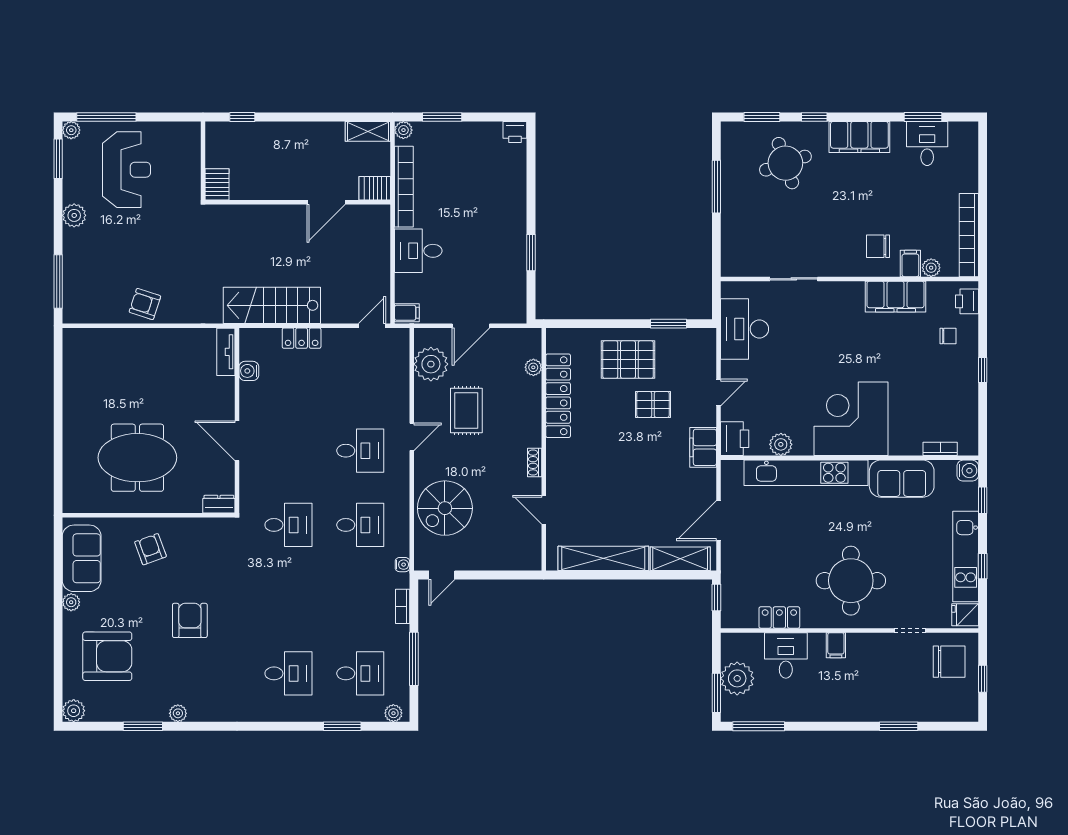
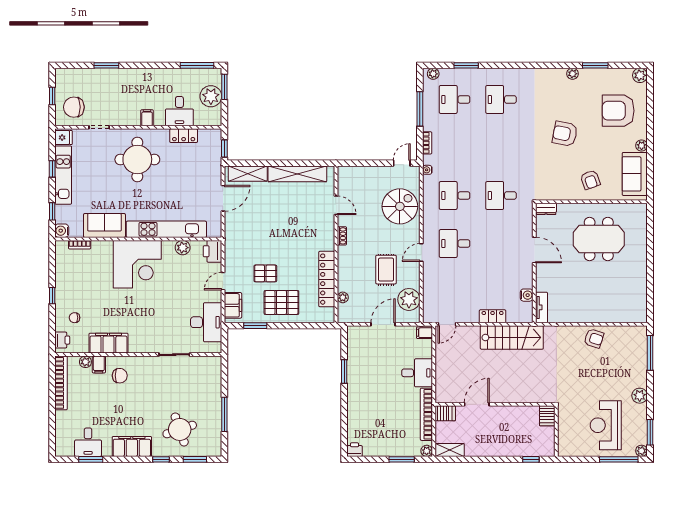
filing cabinet: (703, 447) -> (233, 305), moved
armchair: (190, 620) -> (565, 134), turned 101

